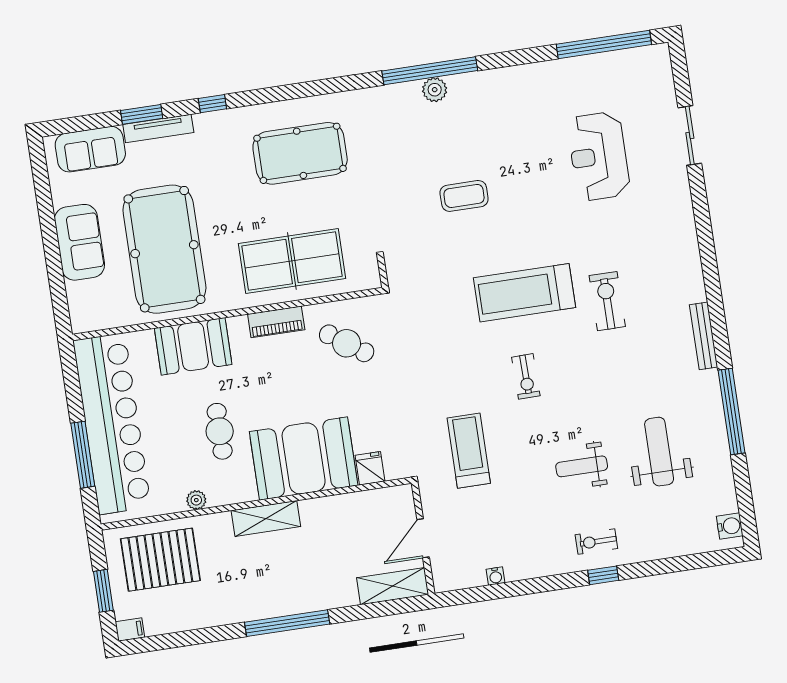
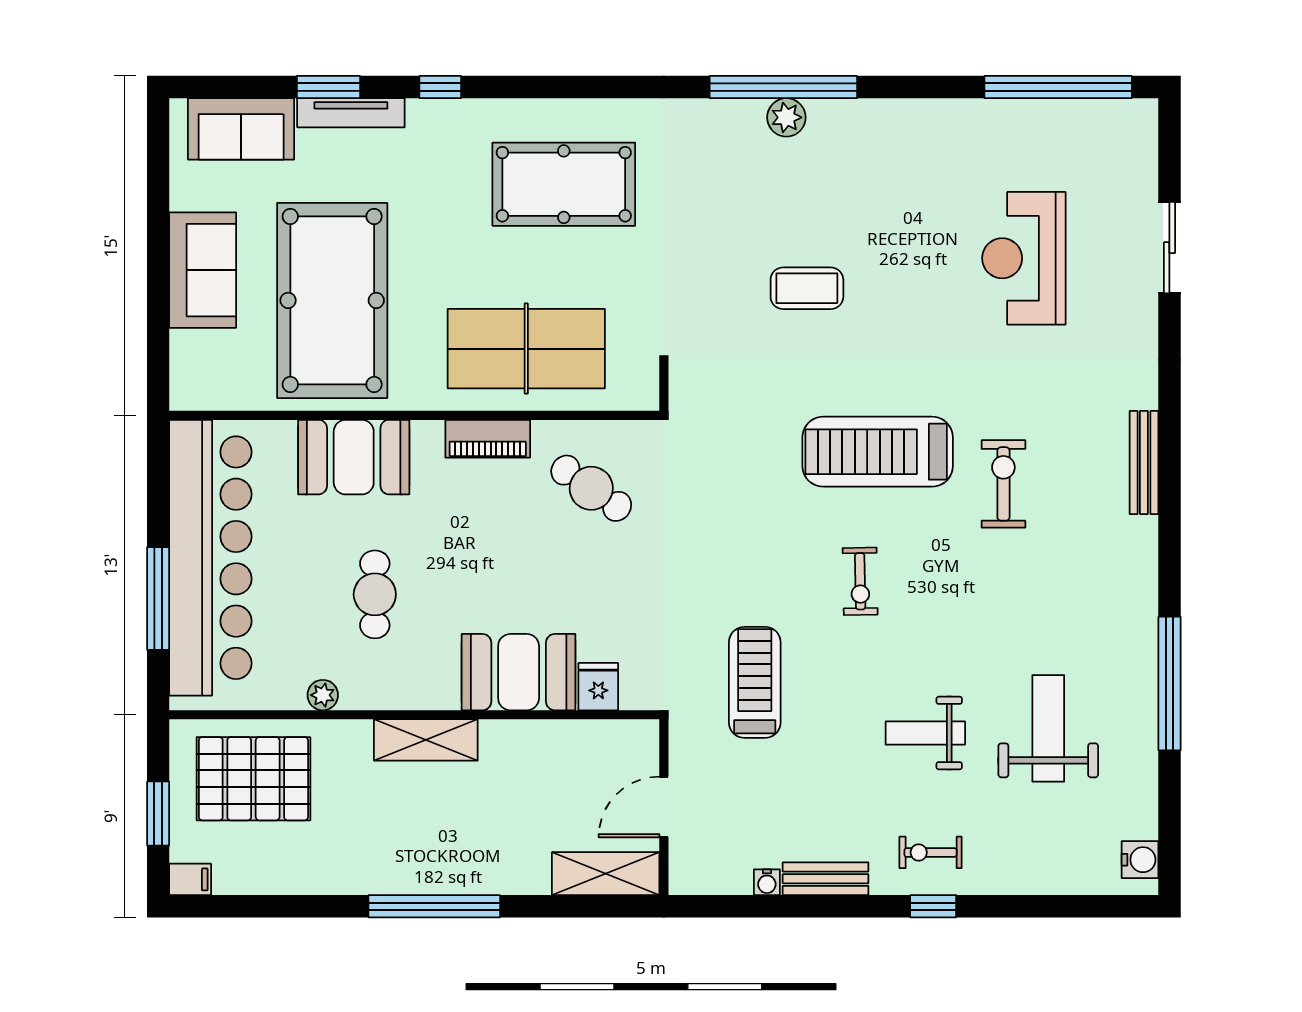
bench: (704, 336) -> (1144, 462), moved
booth: (304, 458) -> (519, 672), width x0.73, depth x0.70
bench: (532, 568) -> (826, 879), added

